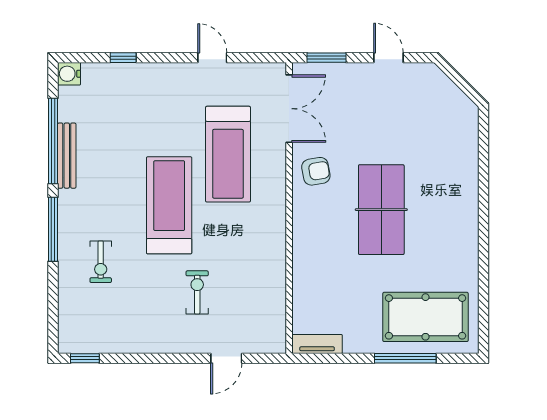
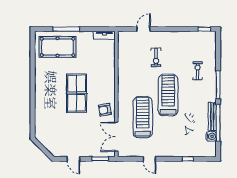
water cooler: (69, 74) -> (211, 136), moved
treadmill: (169, 205) -> (168, 95), turned 180

